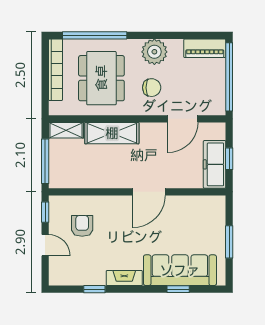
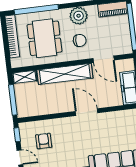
door: (183, 119) -> (104, 59), hinge flipped
shelving: (112, 133) -> (65, 74), width x1.47
door: (149, 192) -> (87, 112), swing flipped

